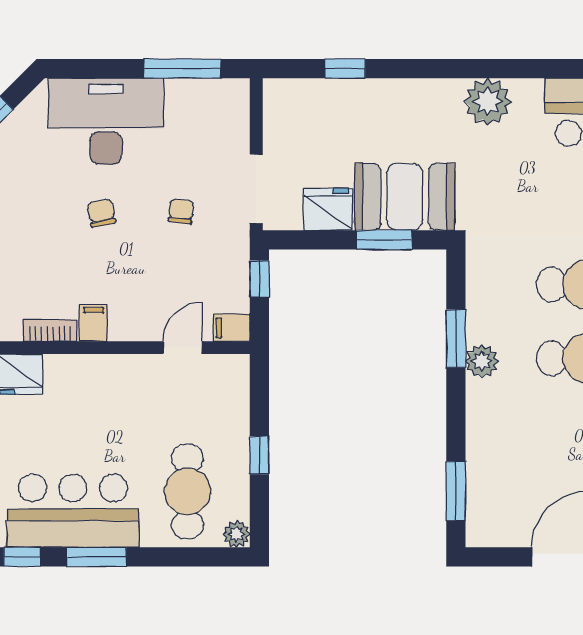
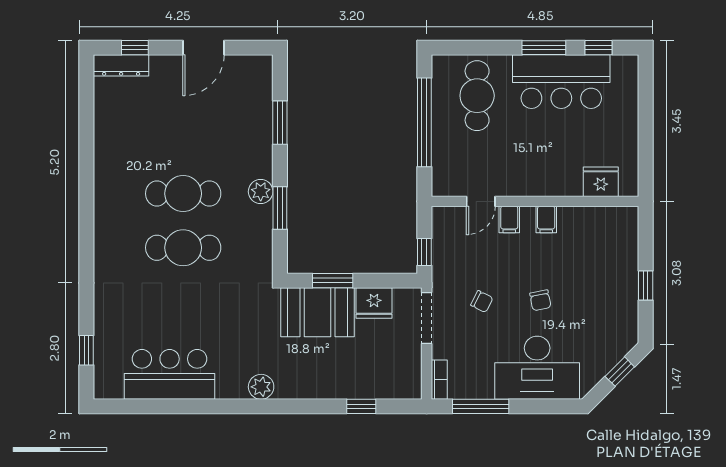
plant: (488, 102) -> (261, 387), width x0.73, depth x0.73
chair: (181, 211) -> (482, 301), turned -70
filing cabinet: (232, 328) -> (509, 219), moved, turned 90
bookcase: (50, 331) -> (439, 380), moved, turned -90
window: (259, 455) -> (424, 122), width x3.17
window: (456, 491) -> (280, 123), moved
plant: (237, 534) -> (441, 64), removed

